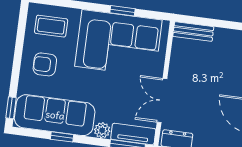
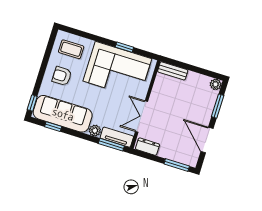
window: (62, 137) -> (53, 127), moved

